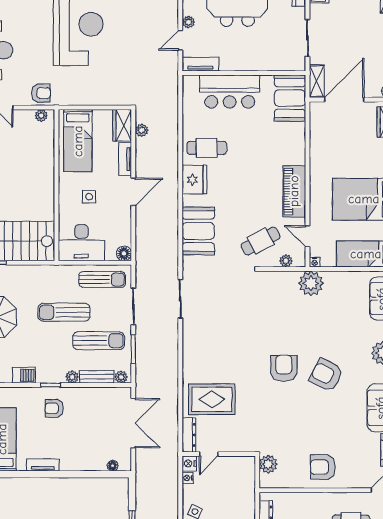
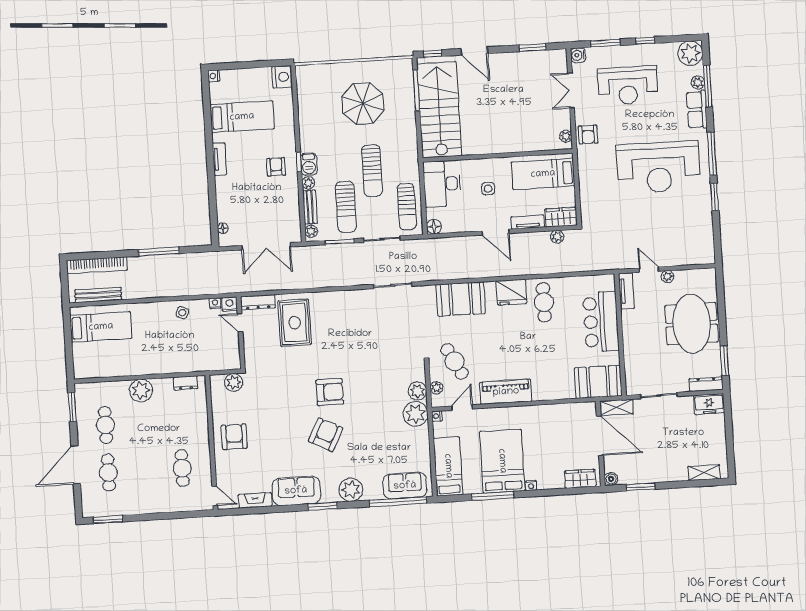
plant: (288, 280) -> (417, 391), added
sun lounger: (64, 312) -> (372, 171), turned 180
barbecue: (24, 375) -> (309, 164), moved

